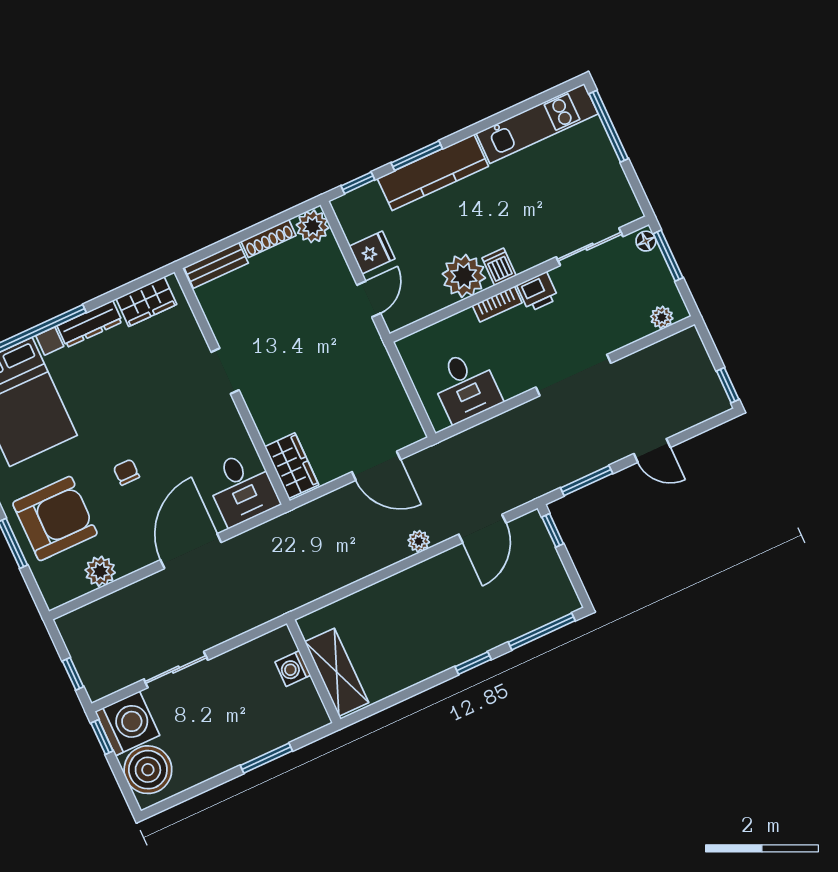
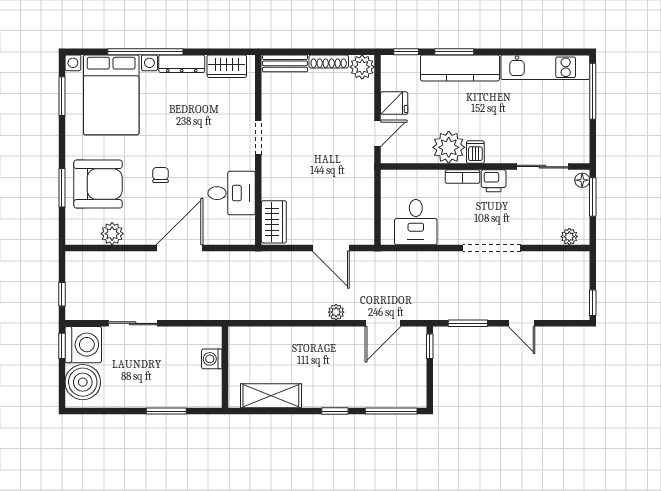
desk: (242, 488) -> (232, 193), moved, turned -90
shelving: (337, 672) -> (271, 396), moved, turned 90

